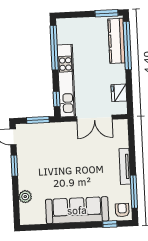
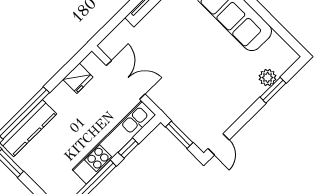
window: (56, 99) -> (128, 148), moved
window: (14, 166) -> (273, 90), moved

